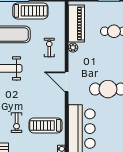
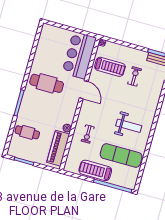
door: (67, 82) -> (84, 90), moved

